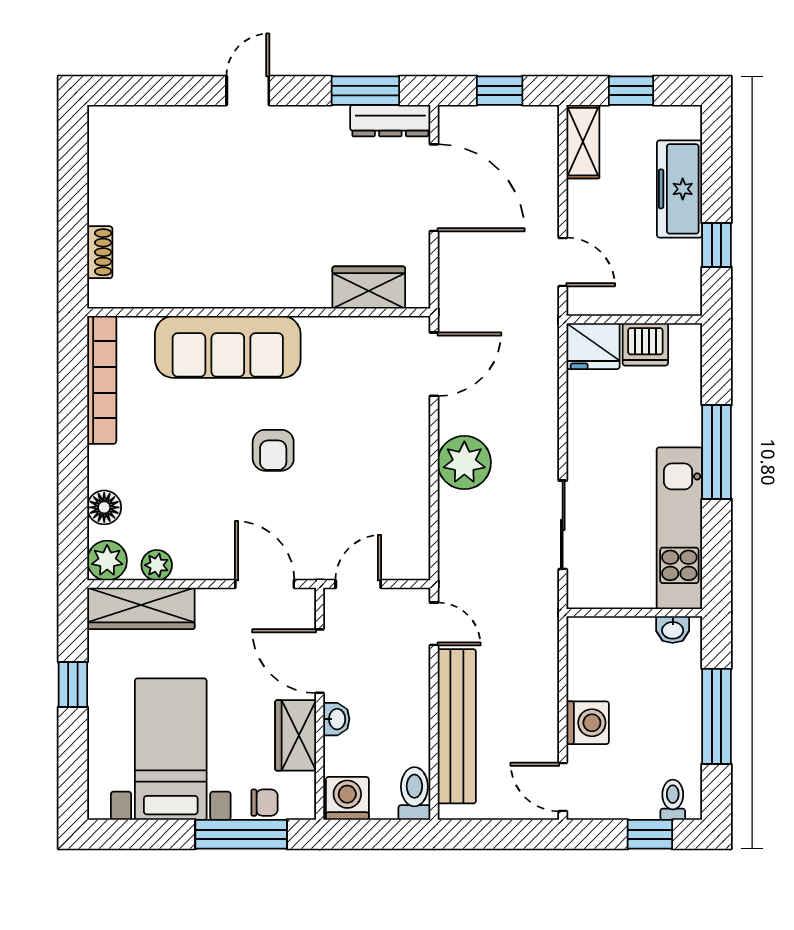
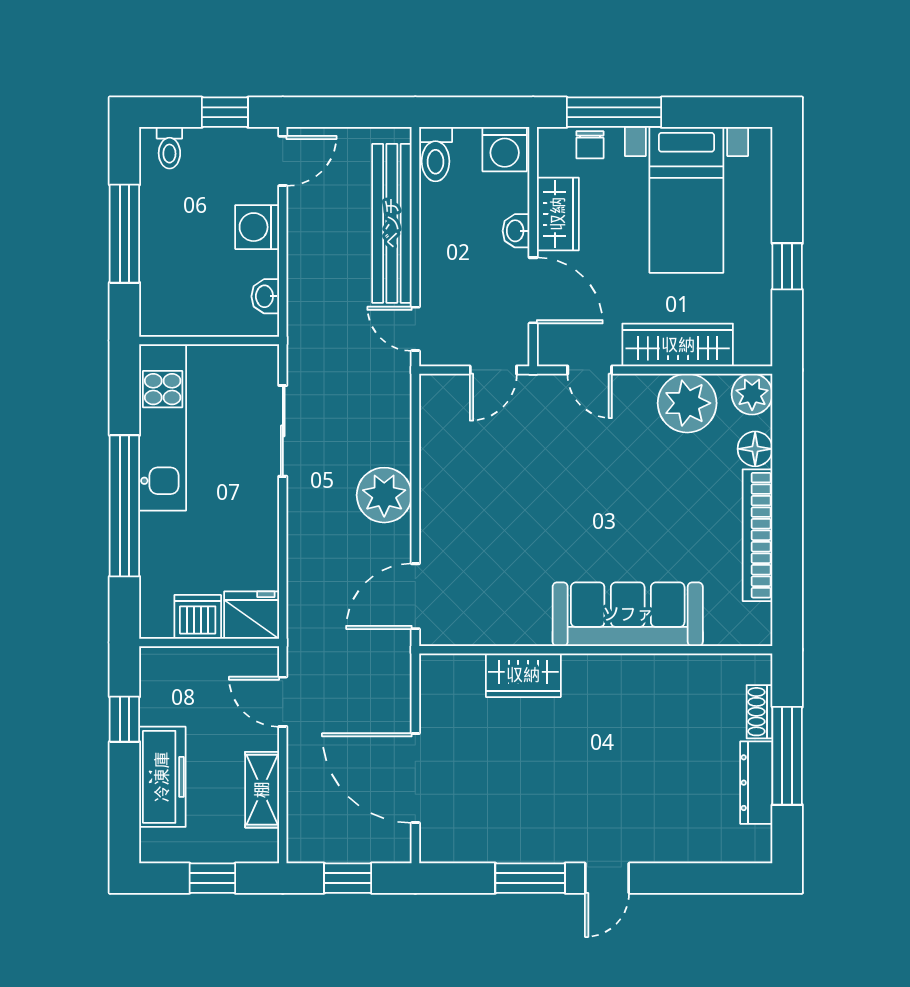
window: (365, 91) -> (530, 878), moved
dresser: (390, 121) -> (756, 783), moved, turned -90
shelving: (583, 142) -> (262, 790), moved
window: (73, 209) -> (787, 756), added
wardrobe: (369, 288) -> (523, 675), moved
bookcase: (102, 380) -> (758, 535), moved
armchair: (273, 450) -> (581, 508), removed
window: (716, 452) -> (124, 506), width x1.46
plant: (157, 565) -> (687, 403), width x1.87, depth x1.87
door: (265, 584) -> (590, 370), width x0.73
wardrobe: (141, 608) -> (678, 345), moved
washbasin: (673, 630) -> (265, 296), moved, turned -90
door: (563, 787) -> (283, 161), hinge flipped
chair: (264, 803) -> (590, 145), turned -90
window: (650, 834) -> (225, 112), moved

